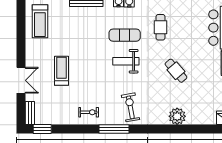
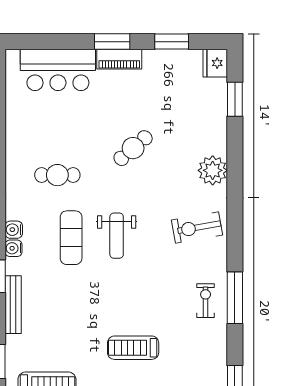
plant: (177, 116) -> (213, 170), moved
window: (114, 129) -> (235, 298), moved
window: (204, 129) -> (235, 99), added

